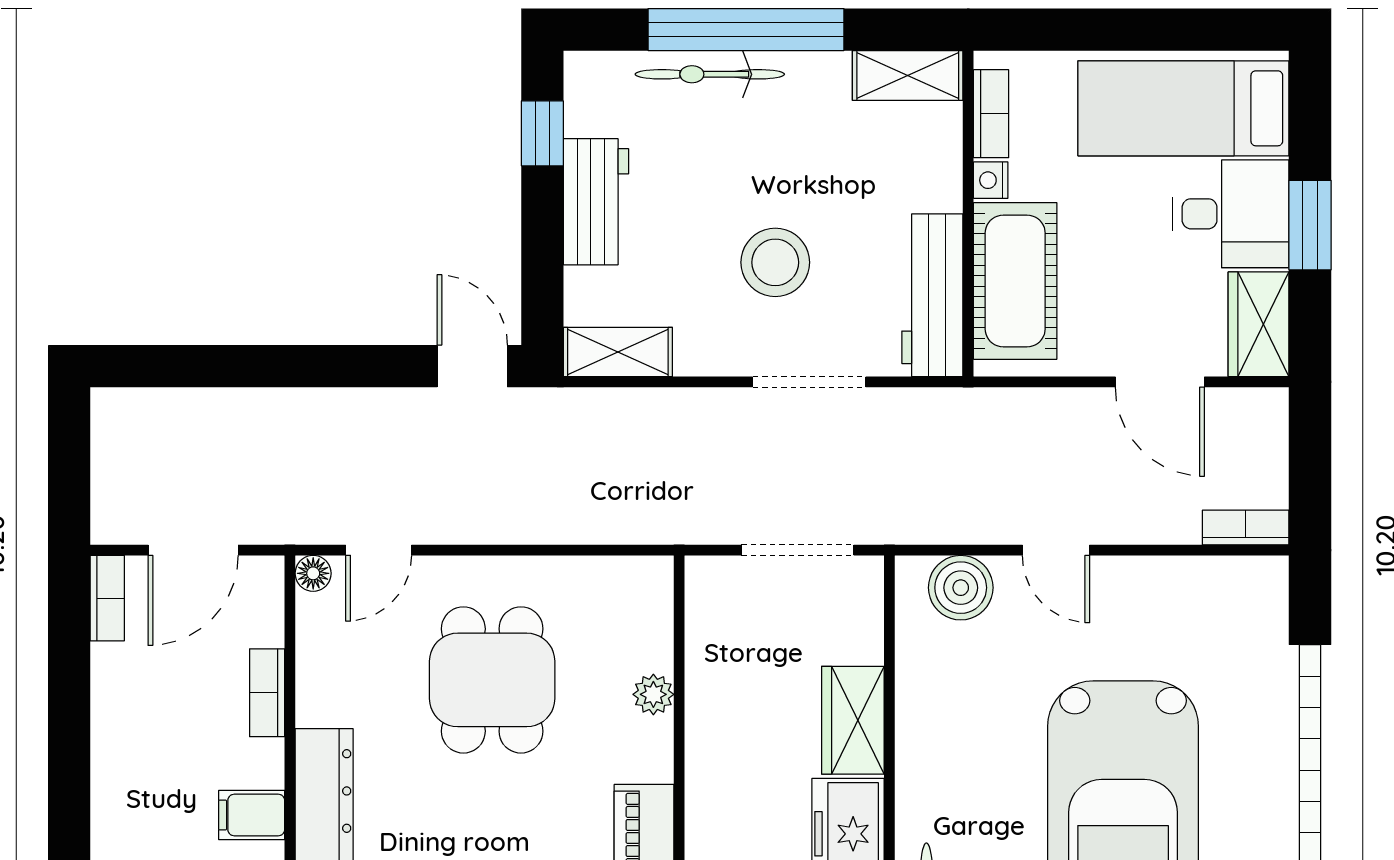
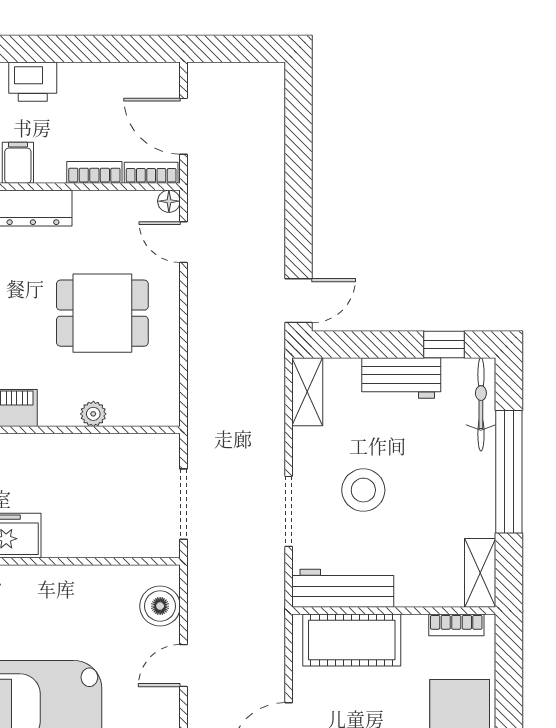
bicycle: (710, 74) -> (481, 404), moved
nightstand: (991, 180) -> (415, 625), removed
bookcase: (107, 598) -> (151, 173), moved, turned 180
wardrobe: (853, 720) -> (77, 539), removed
printer: (122, 791) -> (33, 82), added

